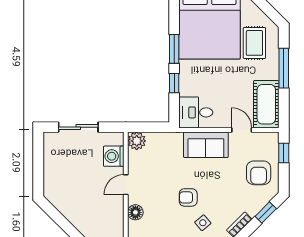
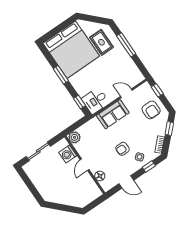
window: (174, 83) -> (79, 102), moved
cot: (266, 104) -> (130, 71), removed

